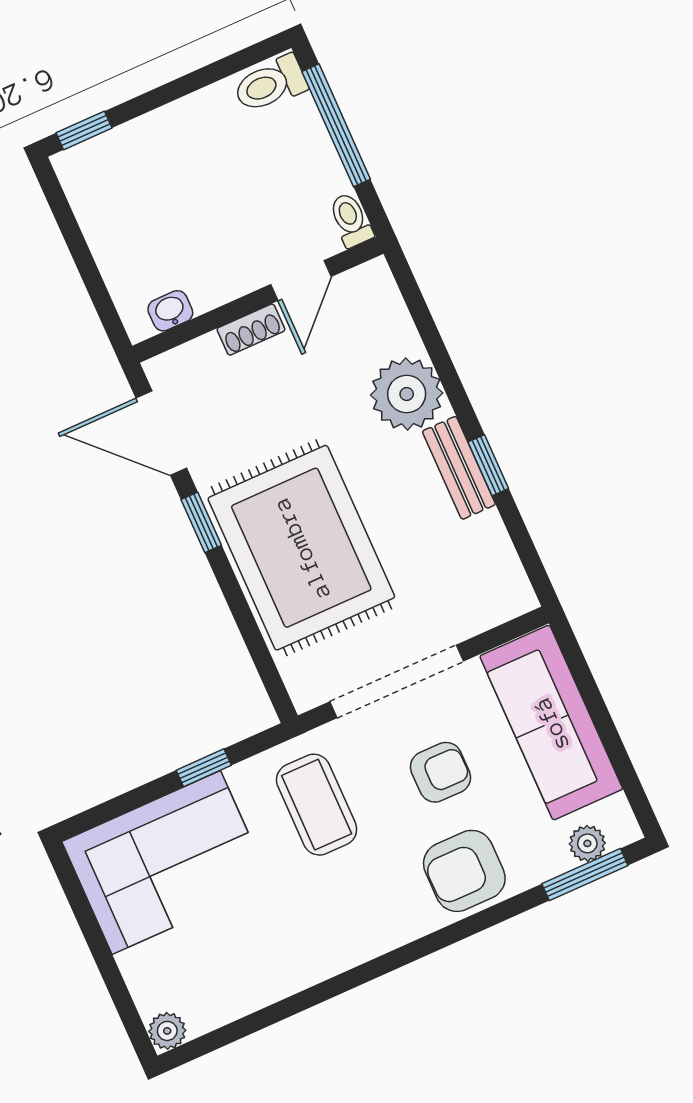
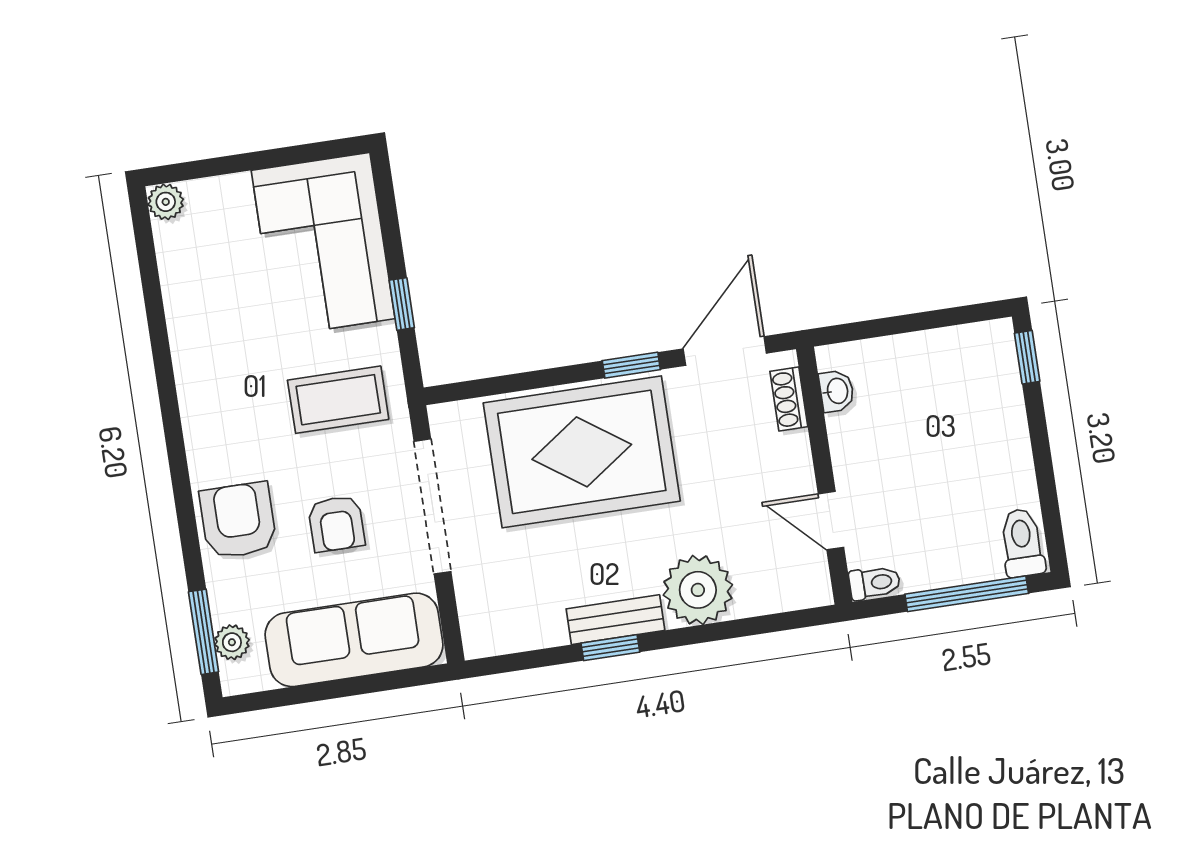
shoe rack: (251, 330) -> (789, 399), moved

